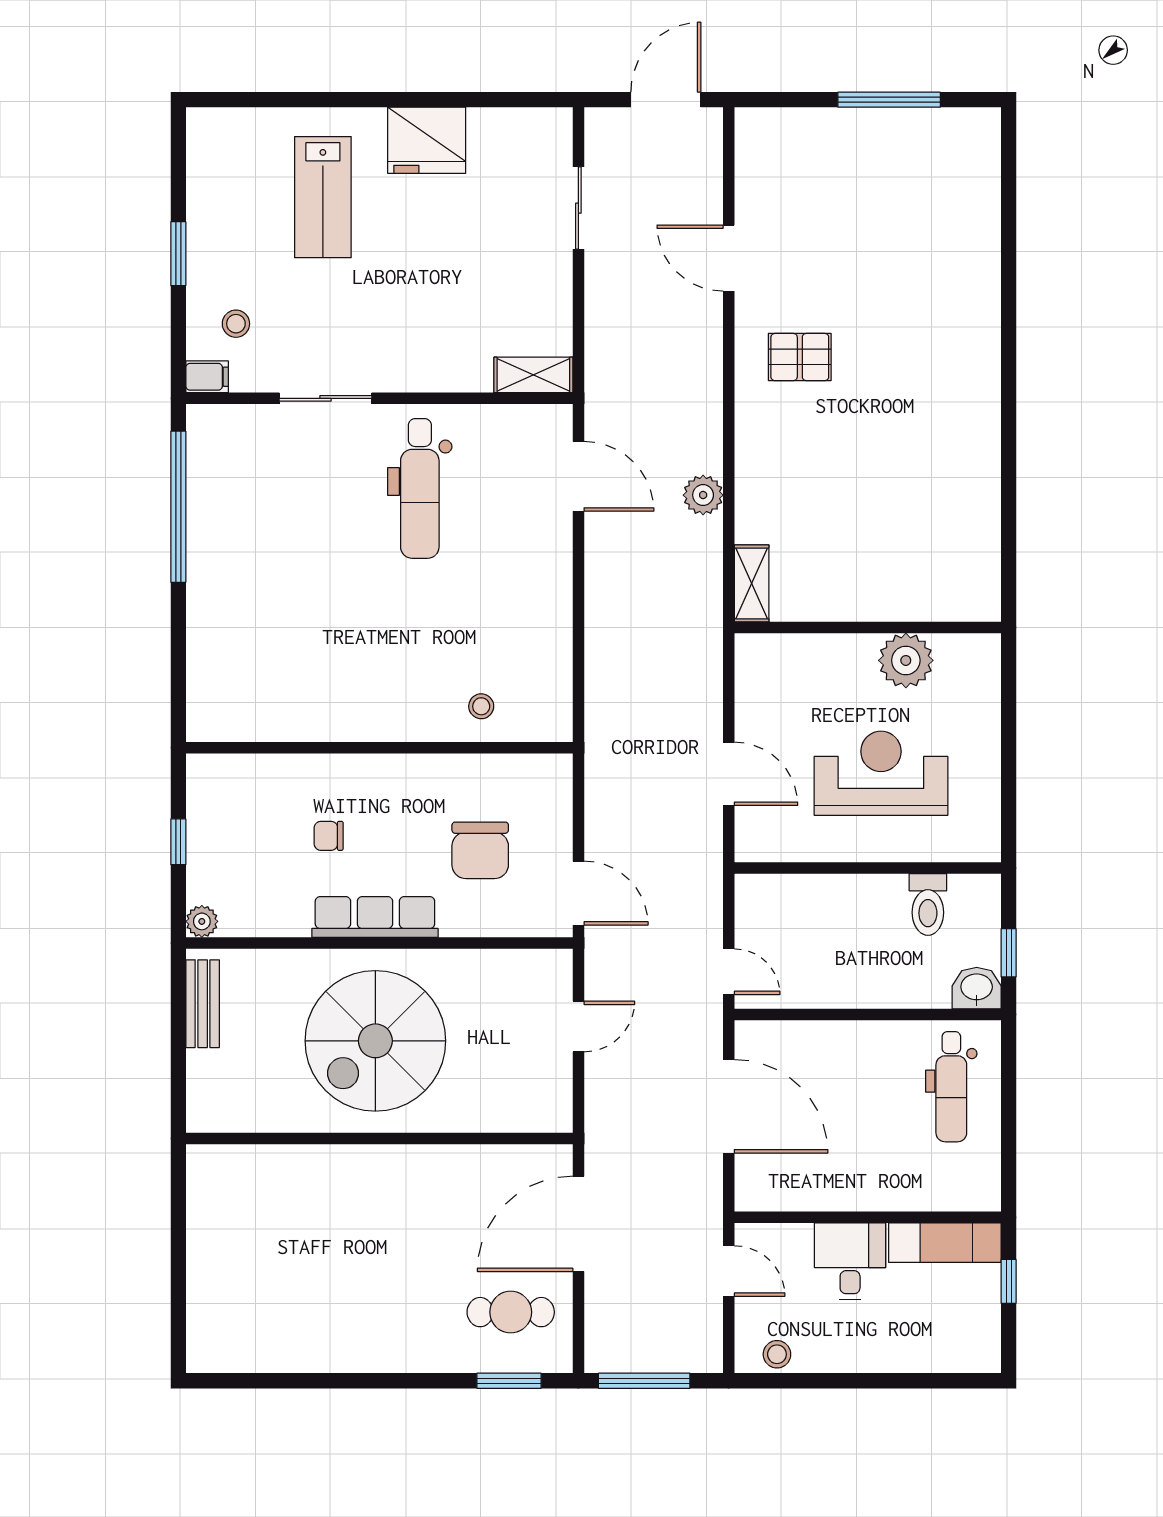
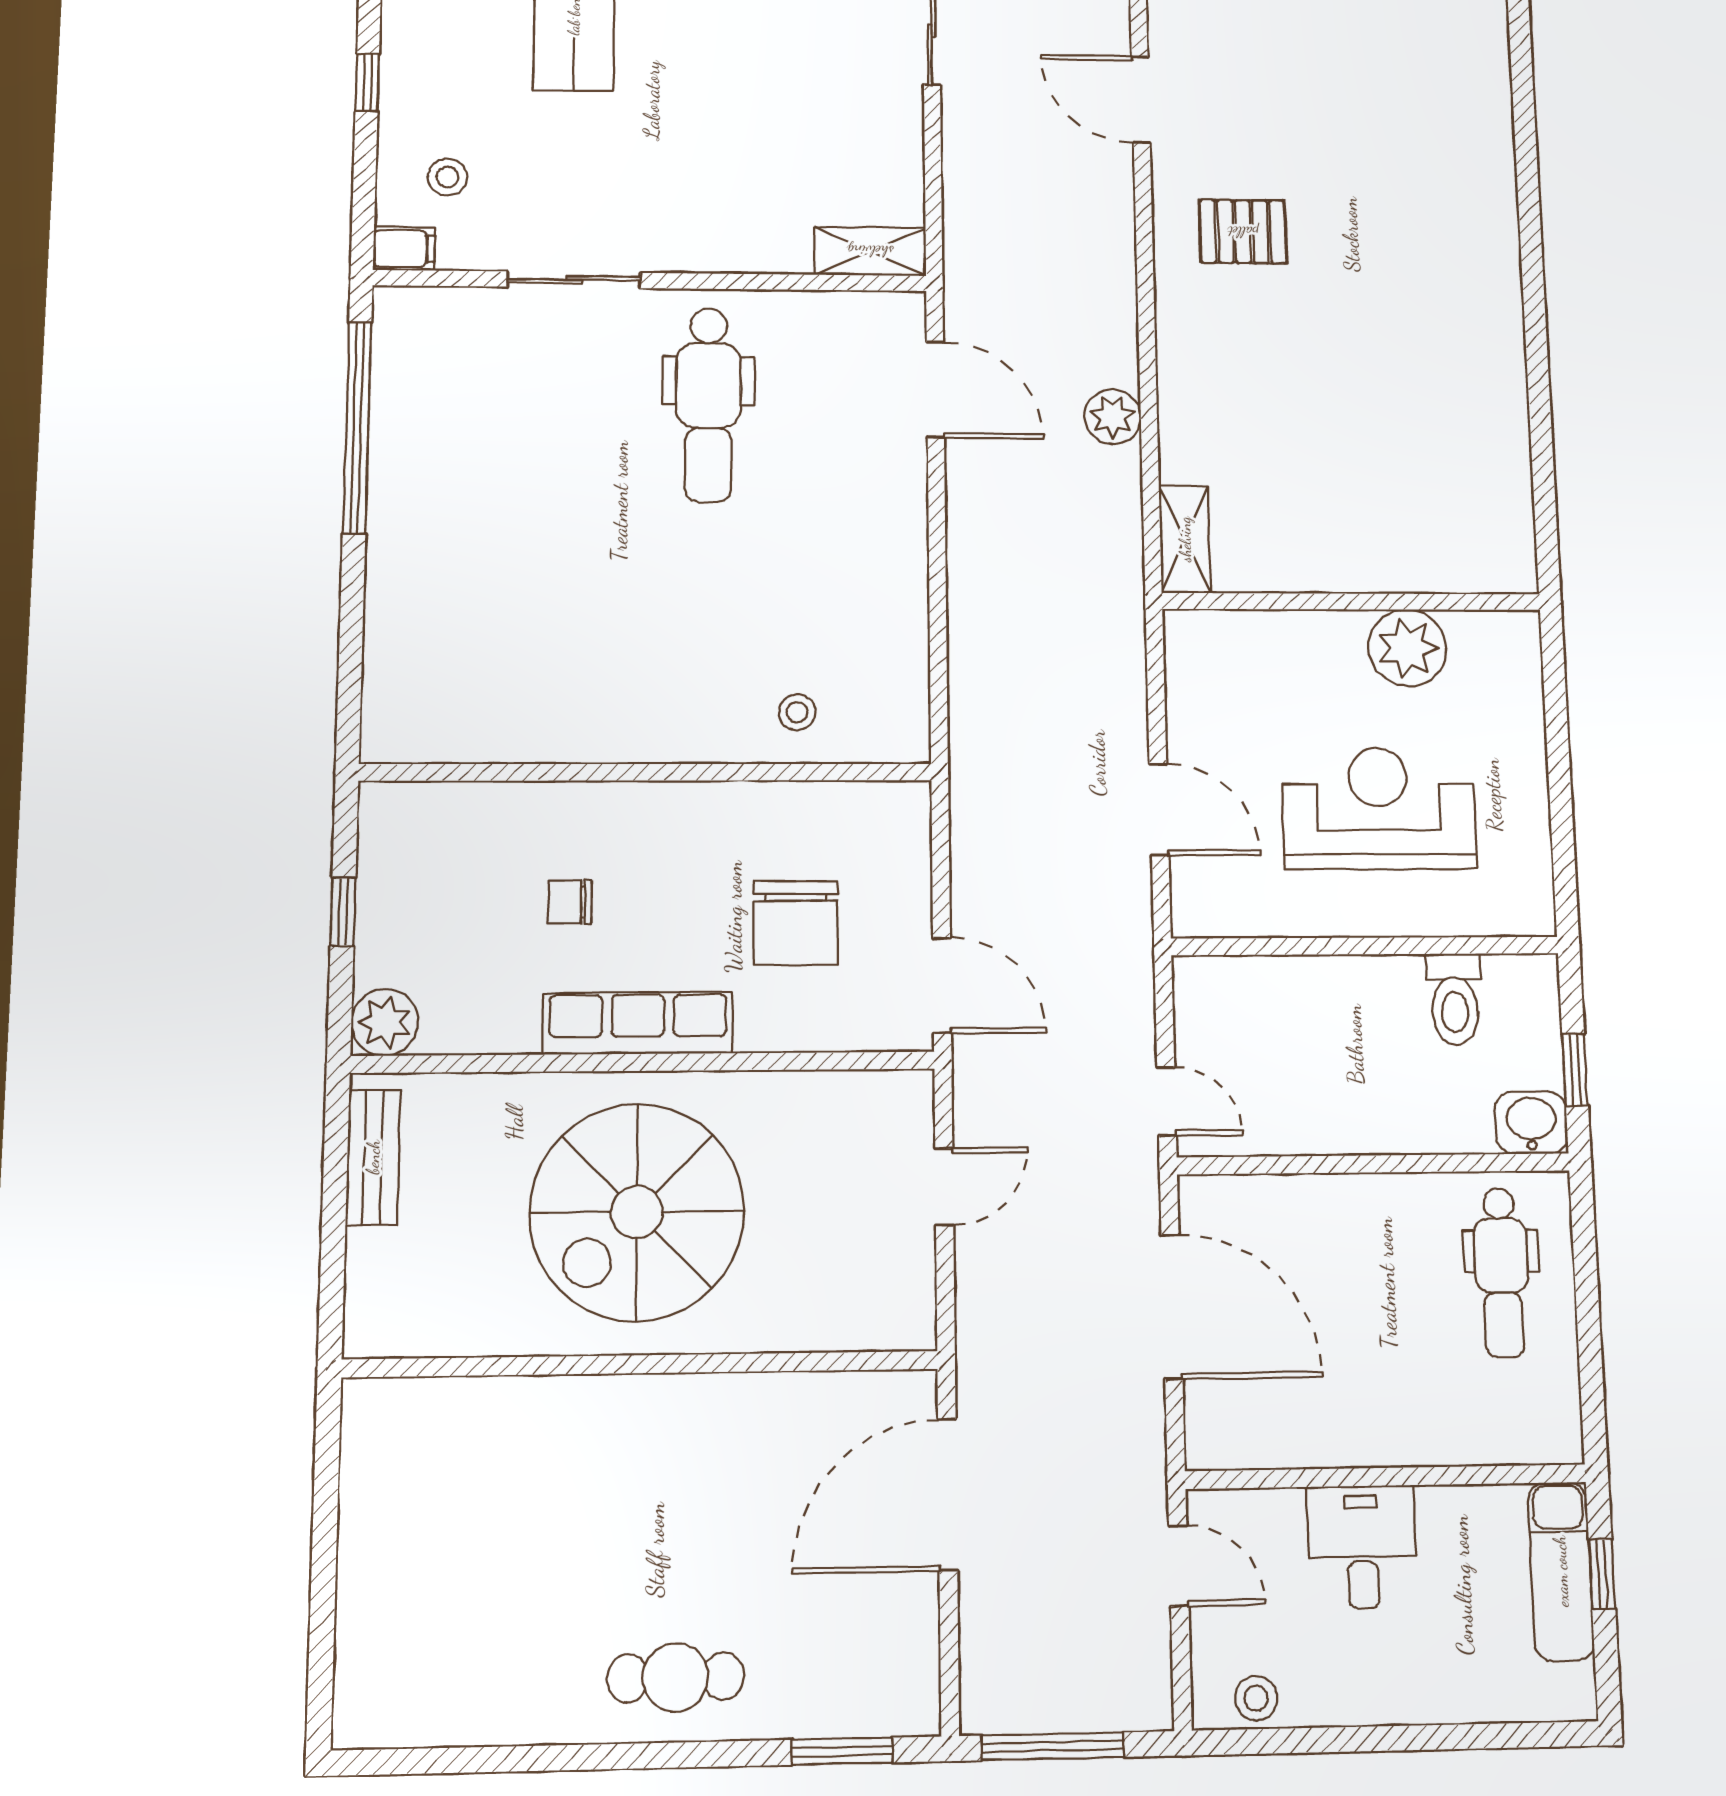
window: (178, 254) -> (367, 82), width x0.67
plant: (202, 921) -> (385, 1022), width x1.38, depth x1.38
exam couch: (945, 1243) -> (1561, 1571), moved, turned 90
cafe table: (511, 1312) -> (675, 1677), moved

